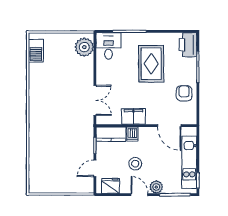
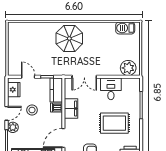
desk: (109, 46) -> (111, 89), moved, turned -90
parasol: (49, 118) -> (69, 38), added

